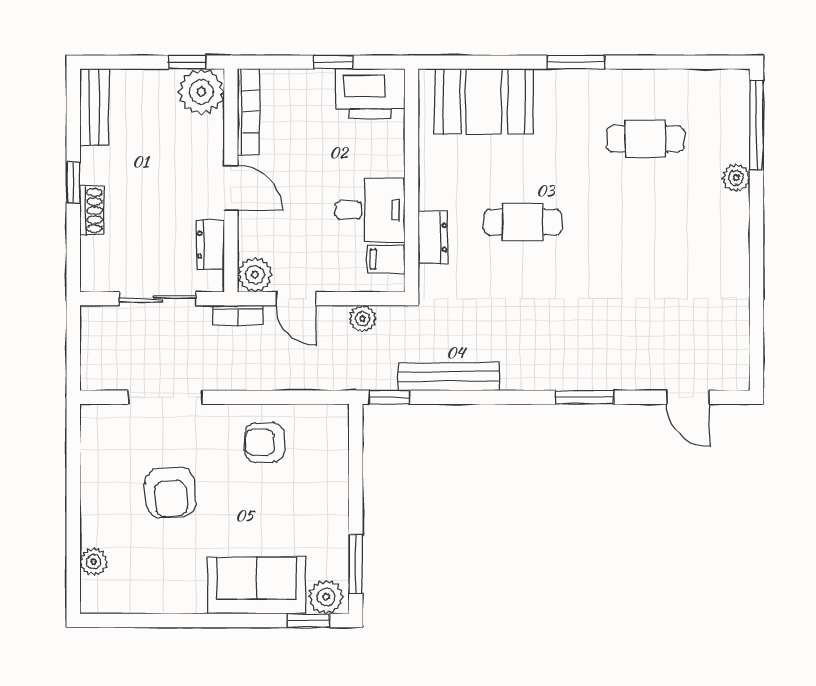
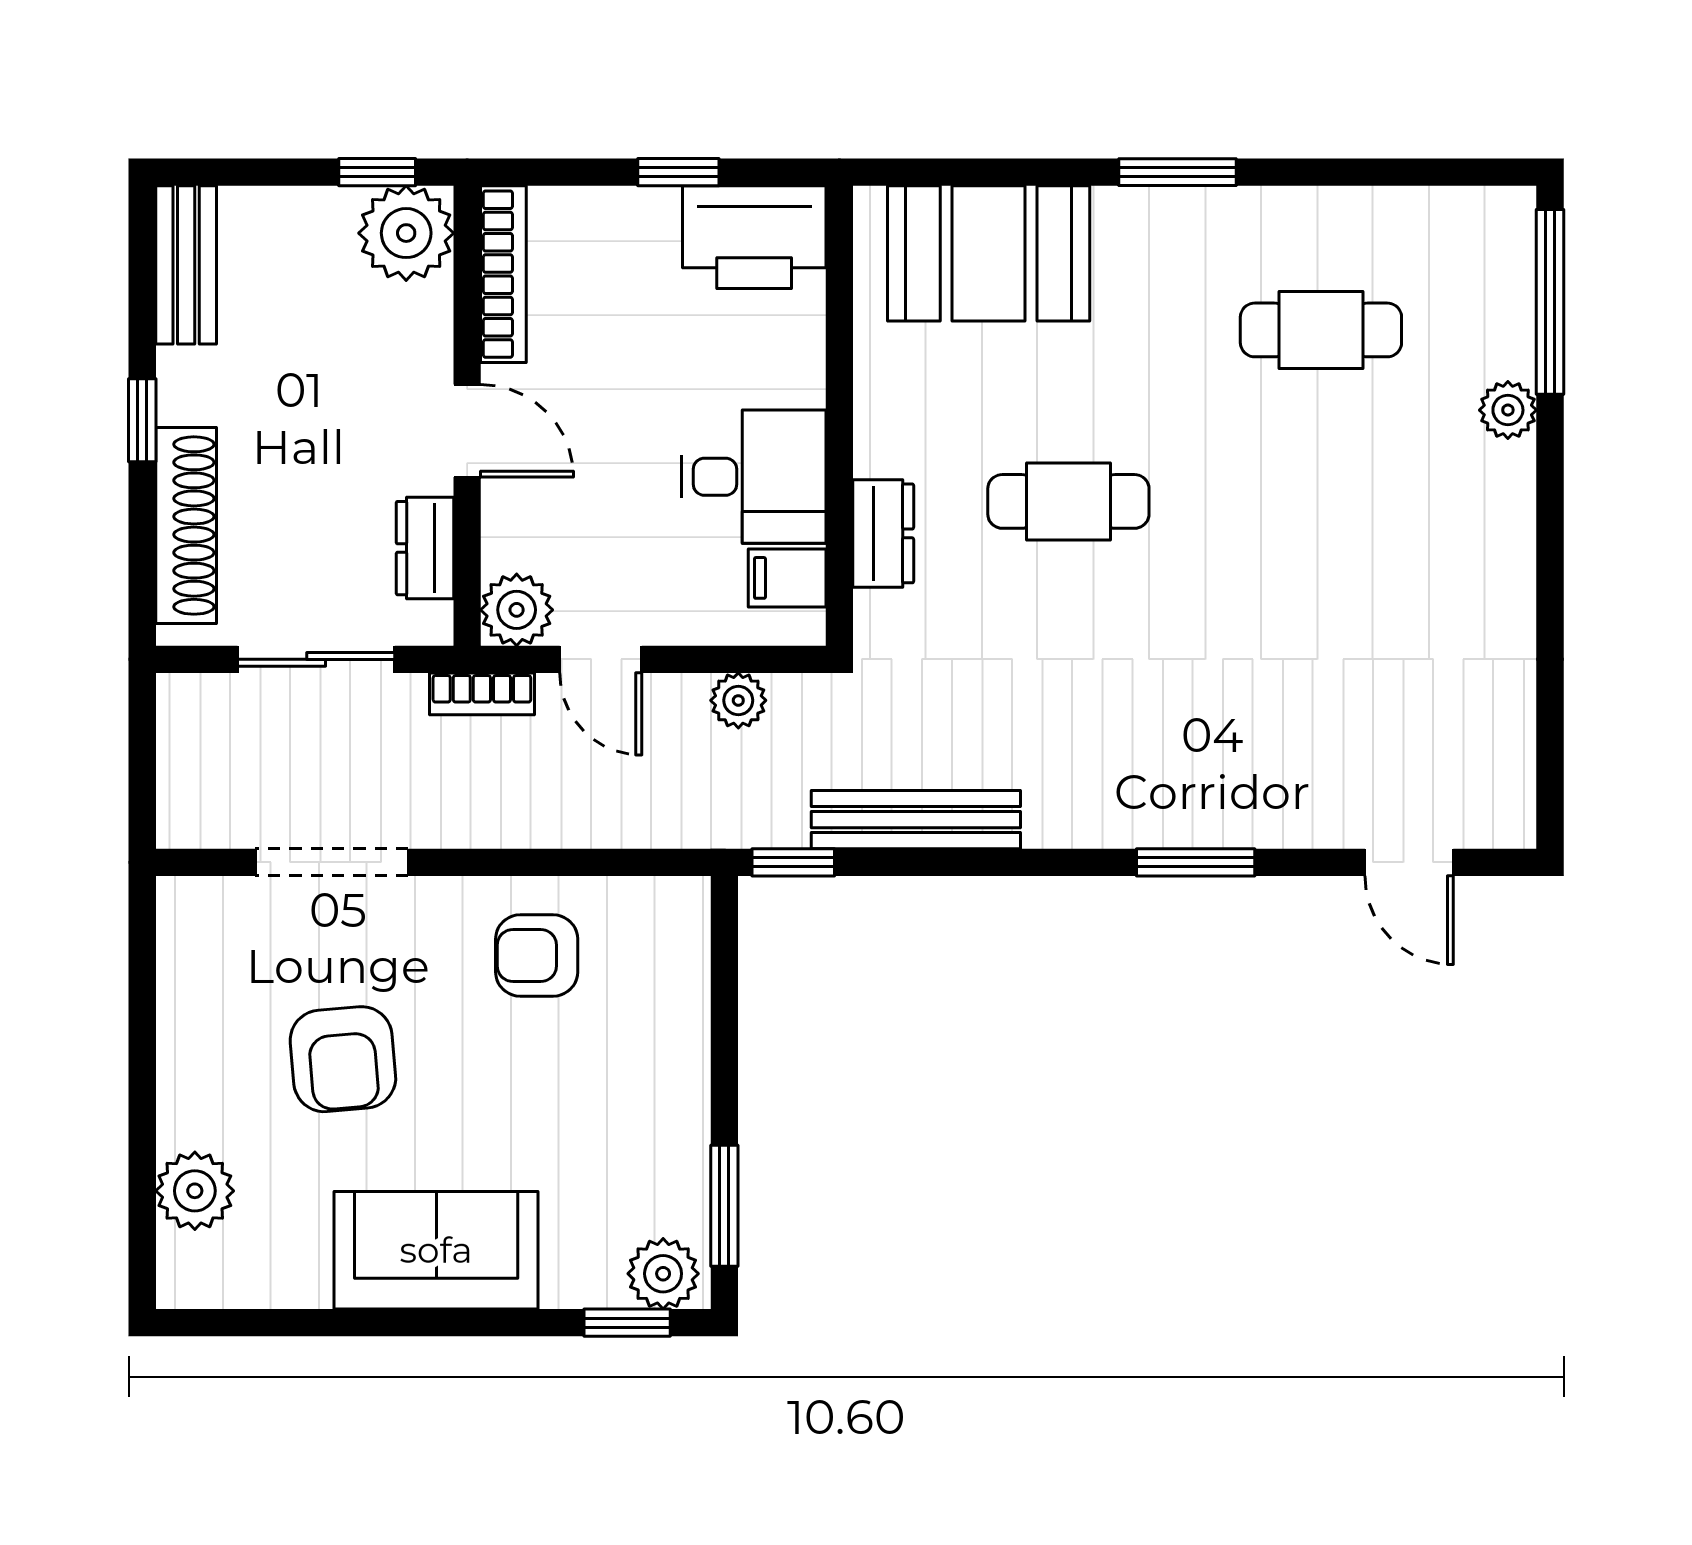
shoe rack: (92, 211) -> (186, 526), width x1.94, depth x1.24
plant: (94, 562) -> (195, 1191), width x1.38, depth x1.38
sofa: (257, 585) -> (436, 1250), moved

